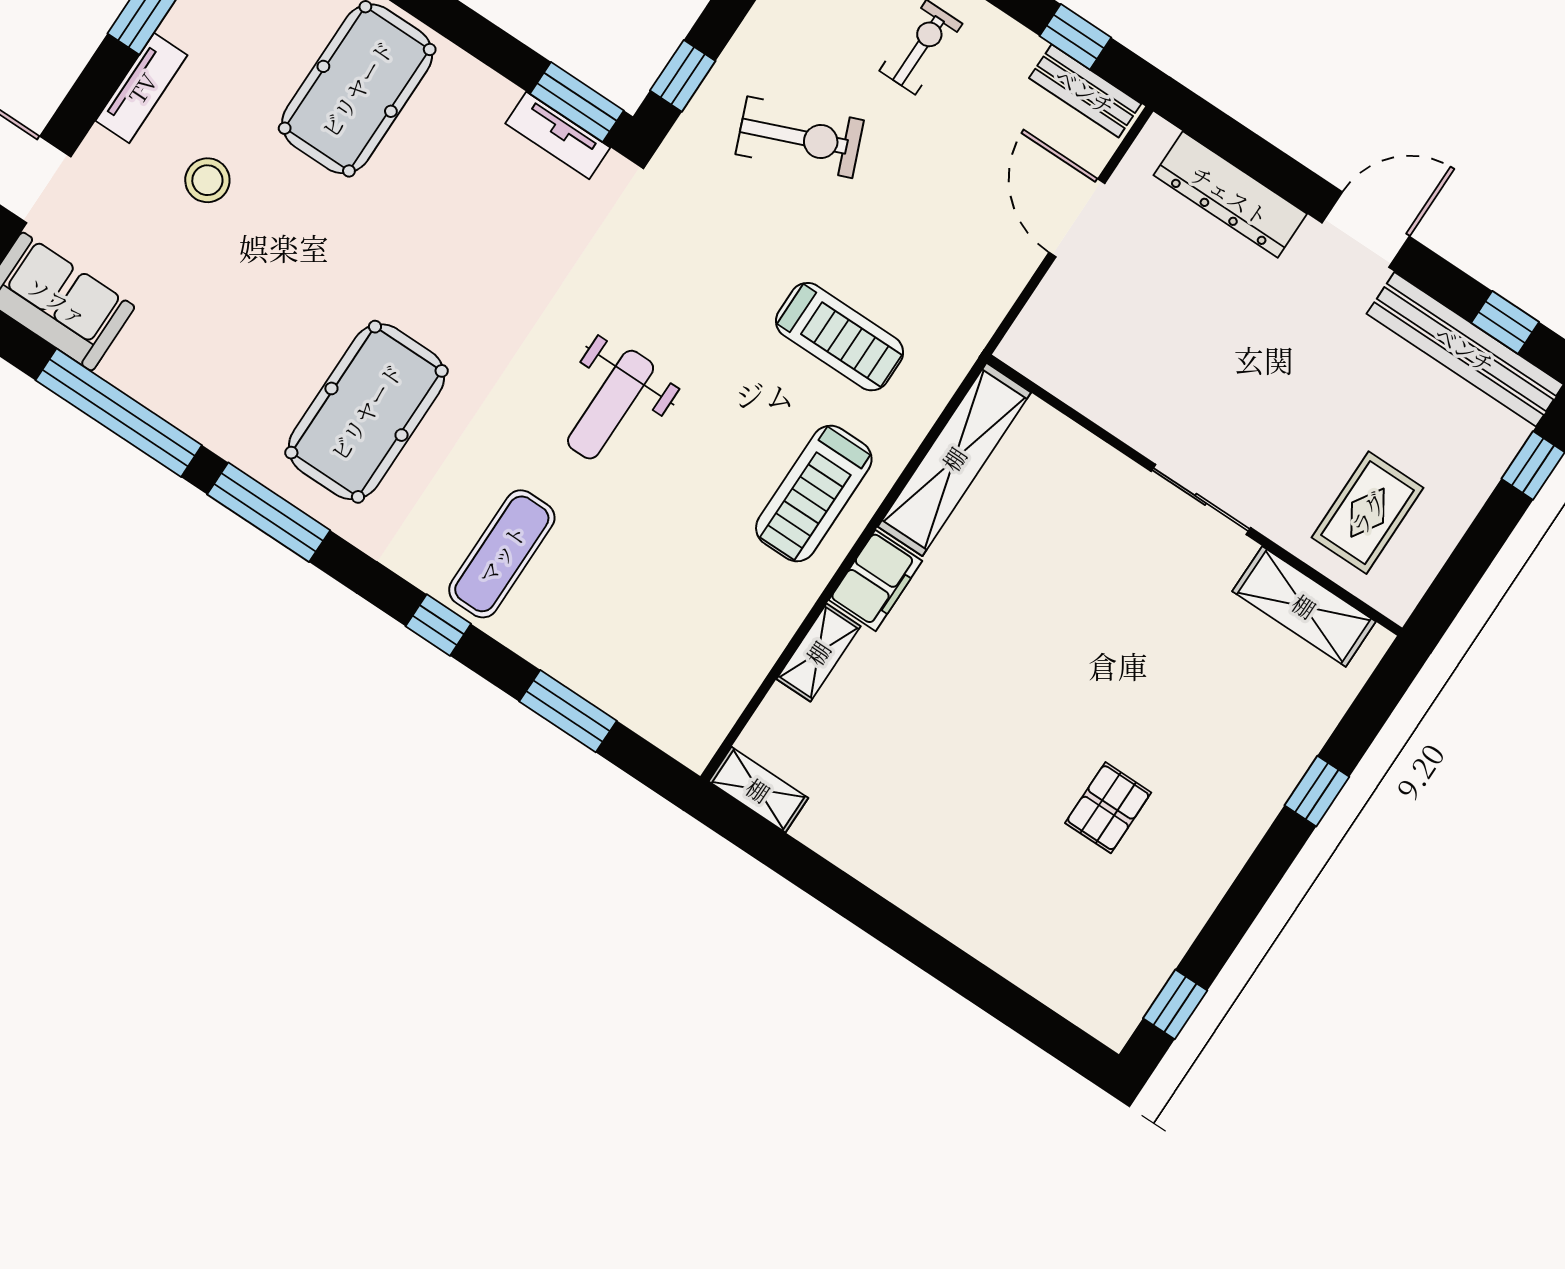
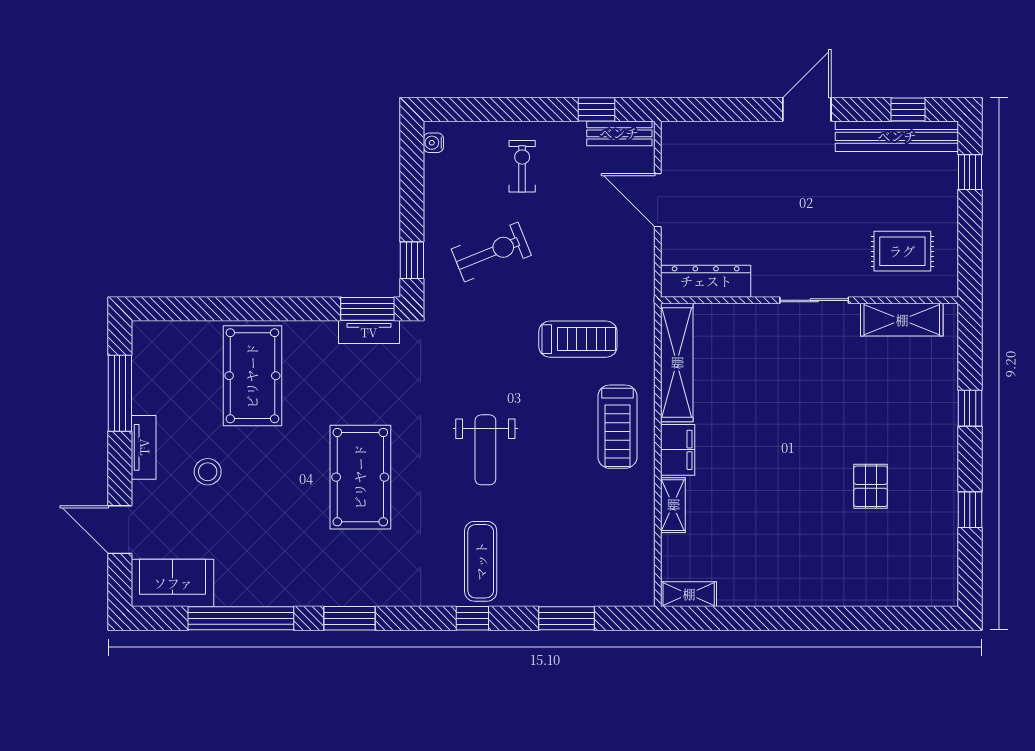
dresser: (1230, 195) -> (706, 281), moved, turned 180
pool table: (366, 412) -> (360, 477), moved
window: (269, 512) -> (349, 618), width x0.69
rug: (1368, 513) -> (902, 251), turned 90
window: (1175, 1004) -> (970, 510), moved

